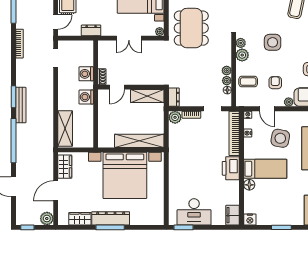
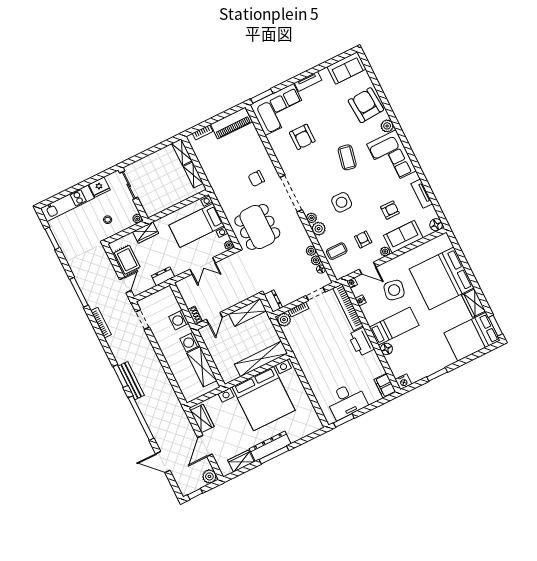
shelving: (65, 129) -> (202, 367), moved

